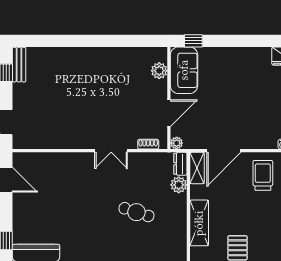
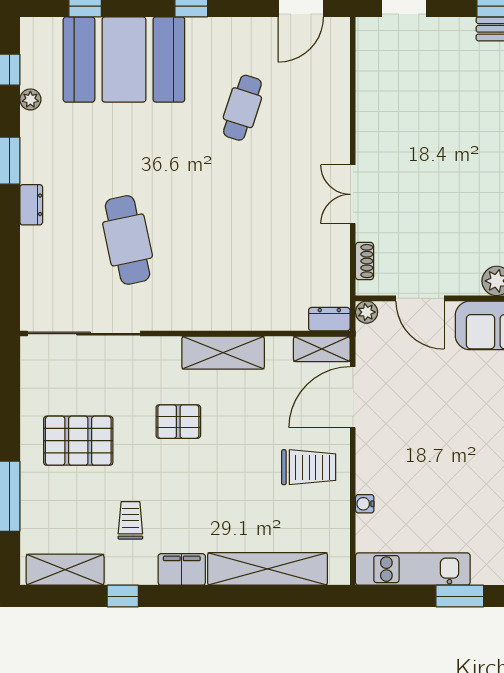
door: (224, 151) -> (353, 397), hinge flipped
plant: (179, 185) -> (292, 316), removed
cafe table: (136, 212) -> (242, 108), moved

